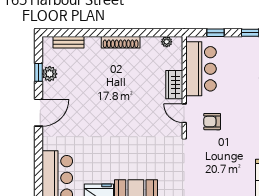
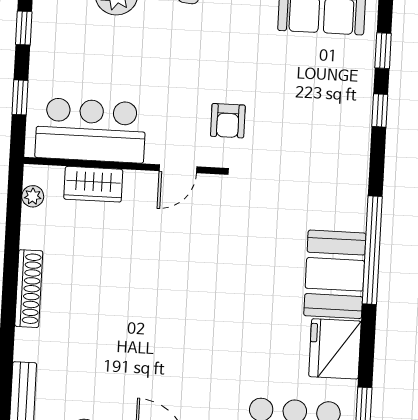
wardrobe: (174, 85) -> (93, 184), moved
armchair: (212, 122) -> (228, 121), moved

